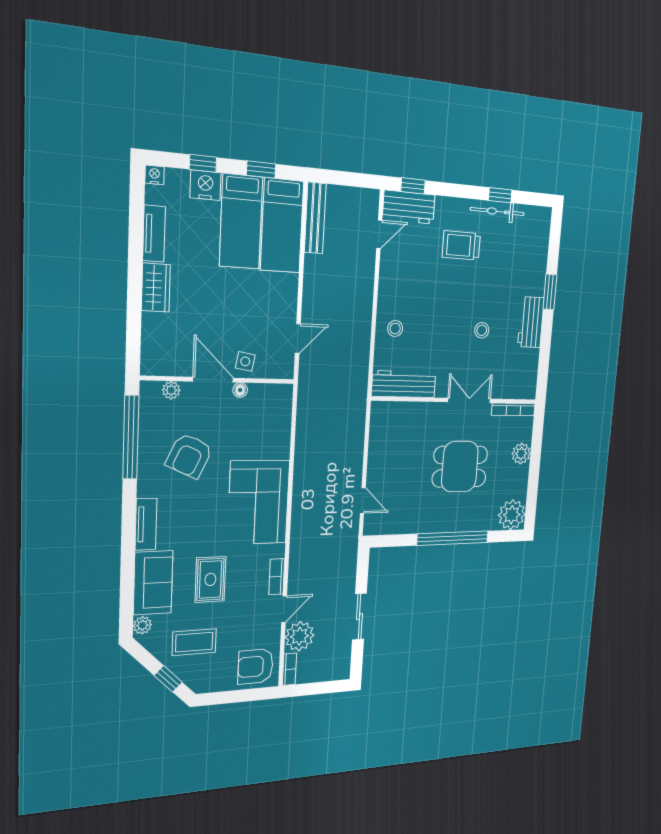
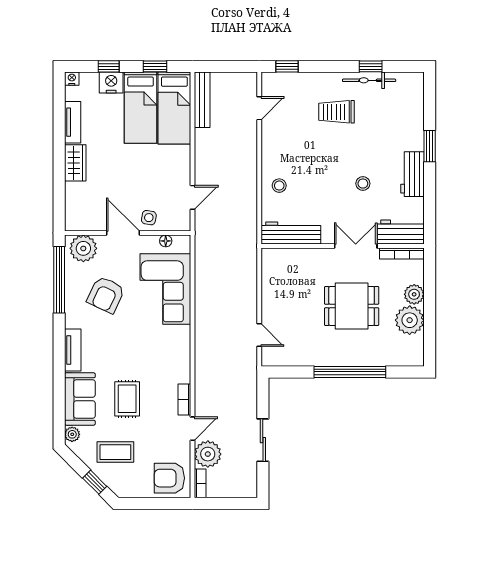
workbench: (409, 207) -> (401, 232), moved, turned 180
plant: (171, 390) -> (83, 248), width x1.88, depth x1.88
floor lamp: (240, 390) -> (166, 241), moved
corner sofa: (259, 502) -> (165, 289), moved
plant: (512, 515) -> (410, 320), moved

